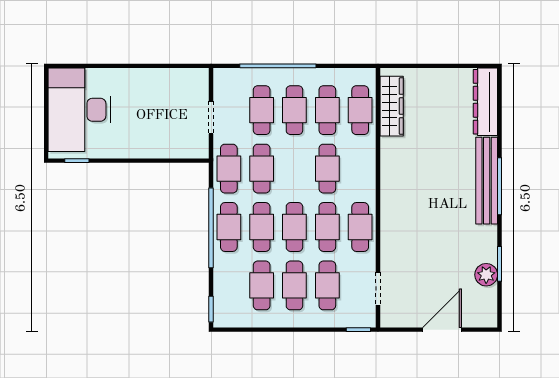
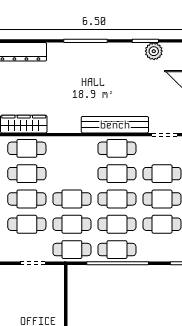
cafe table: (327, 169) -> (72, 199), moved
bench: (487, 181) -> (115, 125), moved

